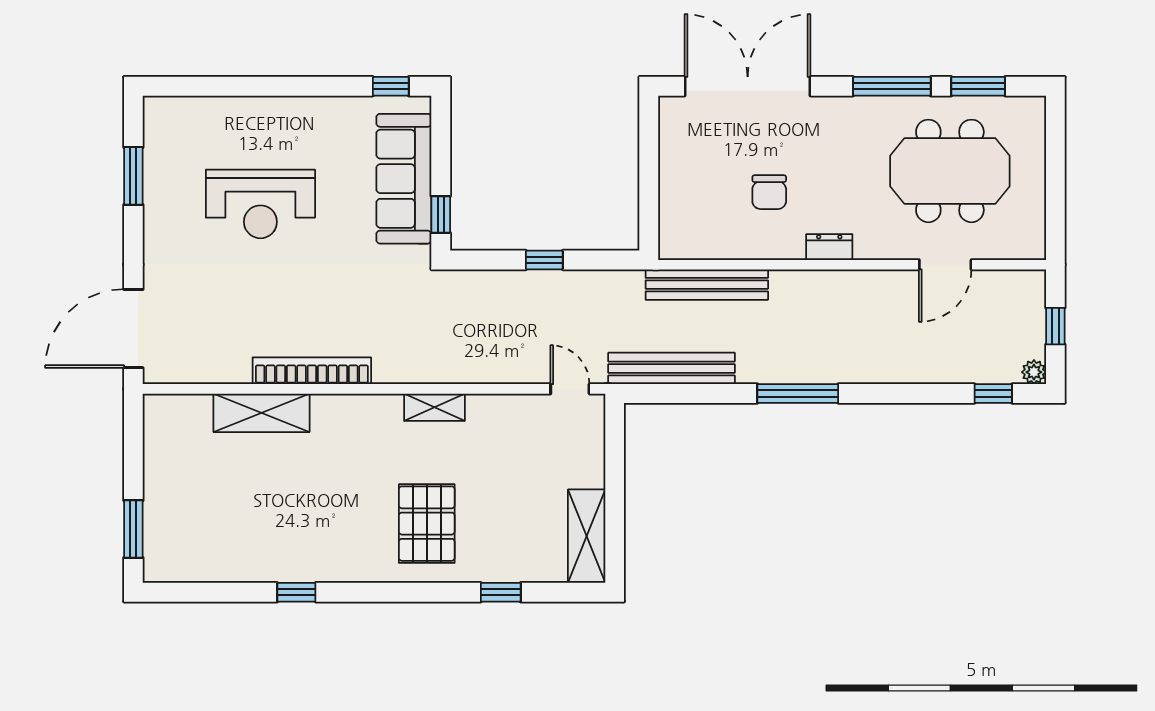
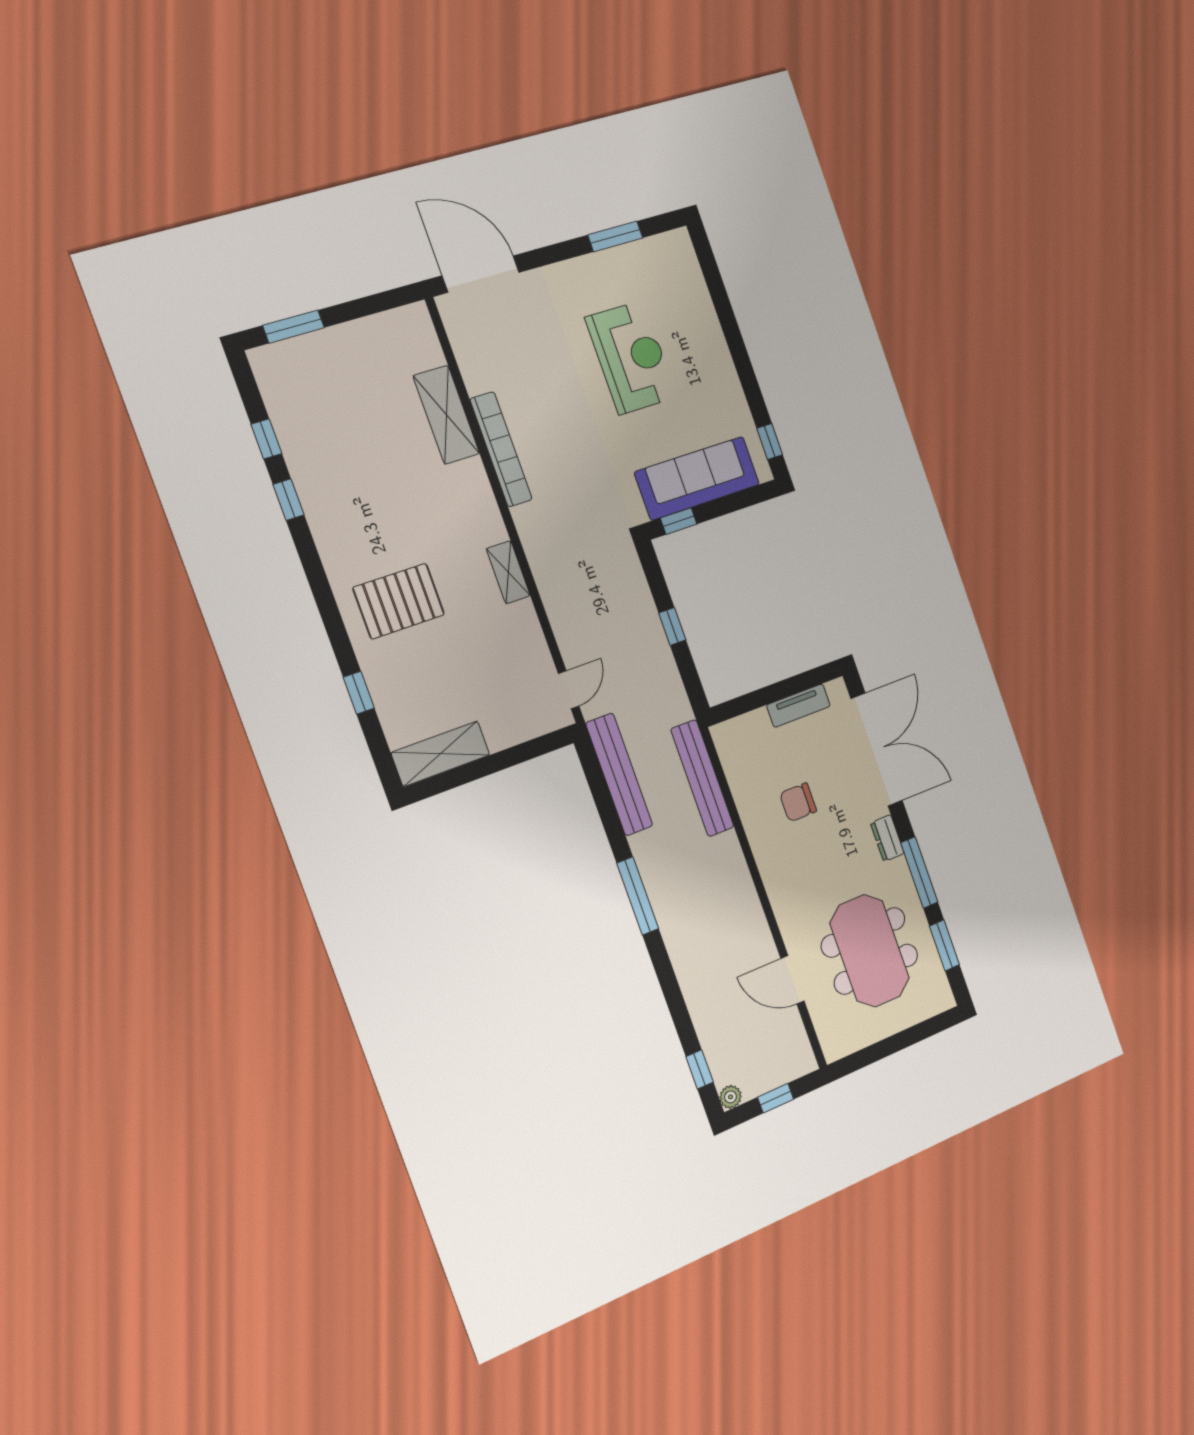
tv unit: (671, 155) -> (798, 706), added
reception desk: (260, 204) -> (631, 357), turned 180
dresser: (829, 247) -> (887, 838), moved, turned 180
window: (233, 592) -> (266, 439), added

